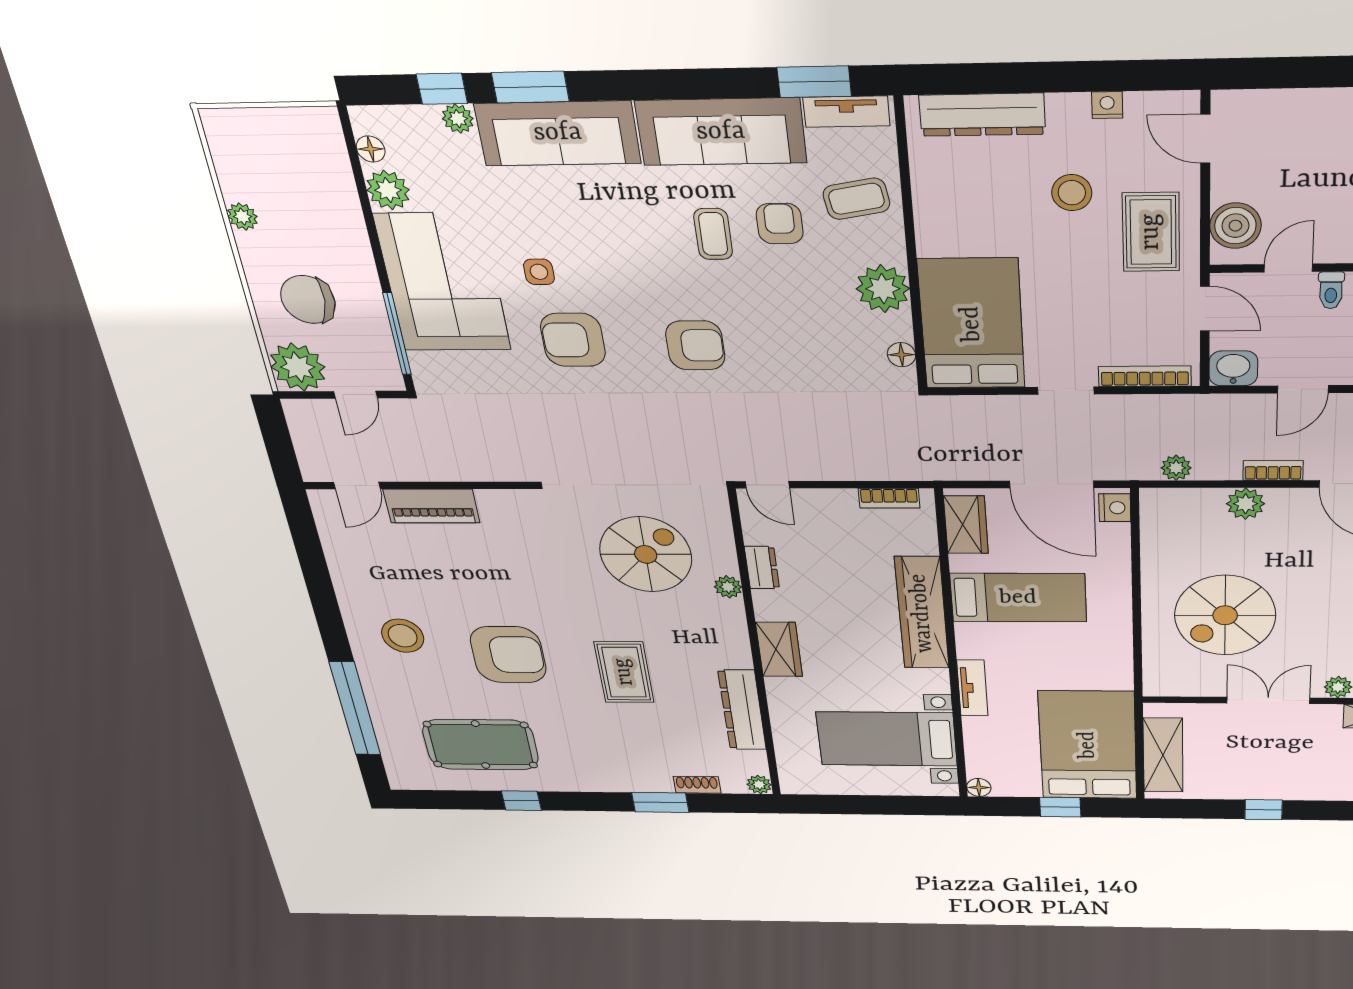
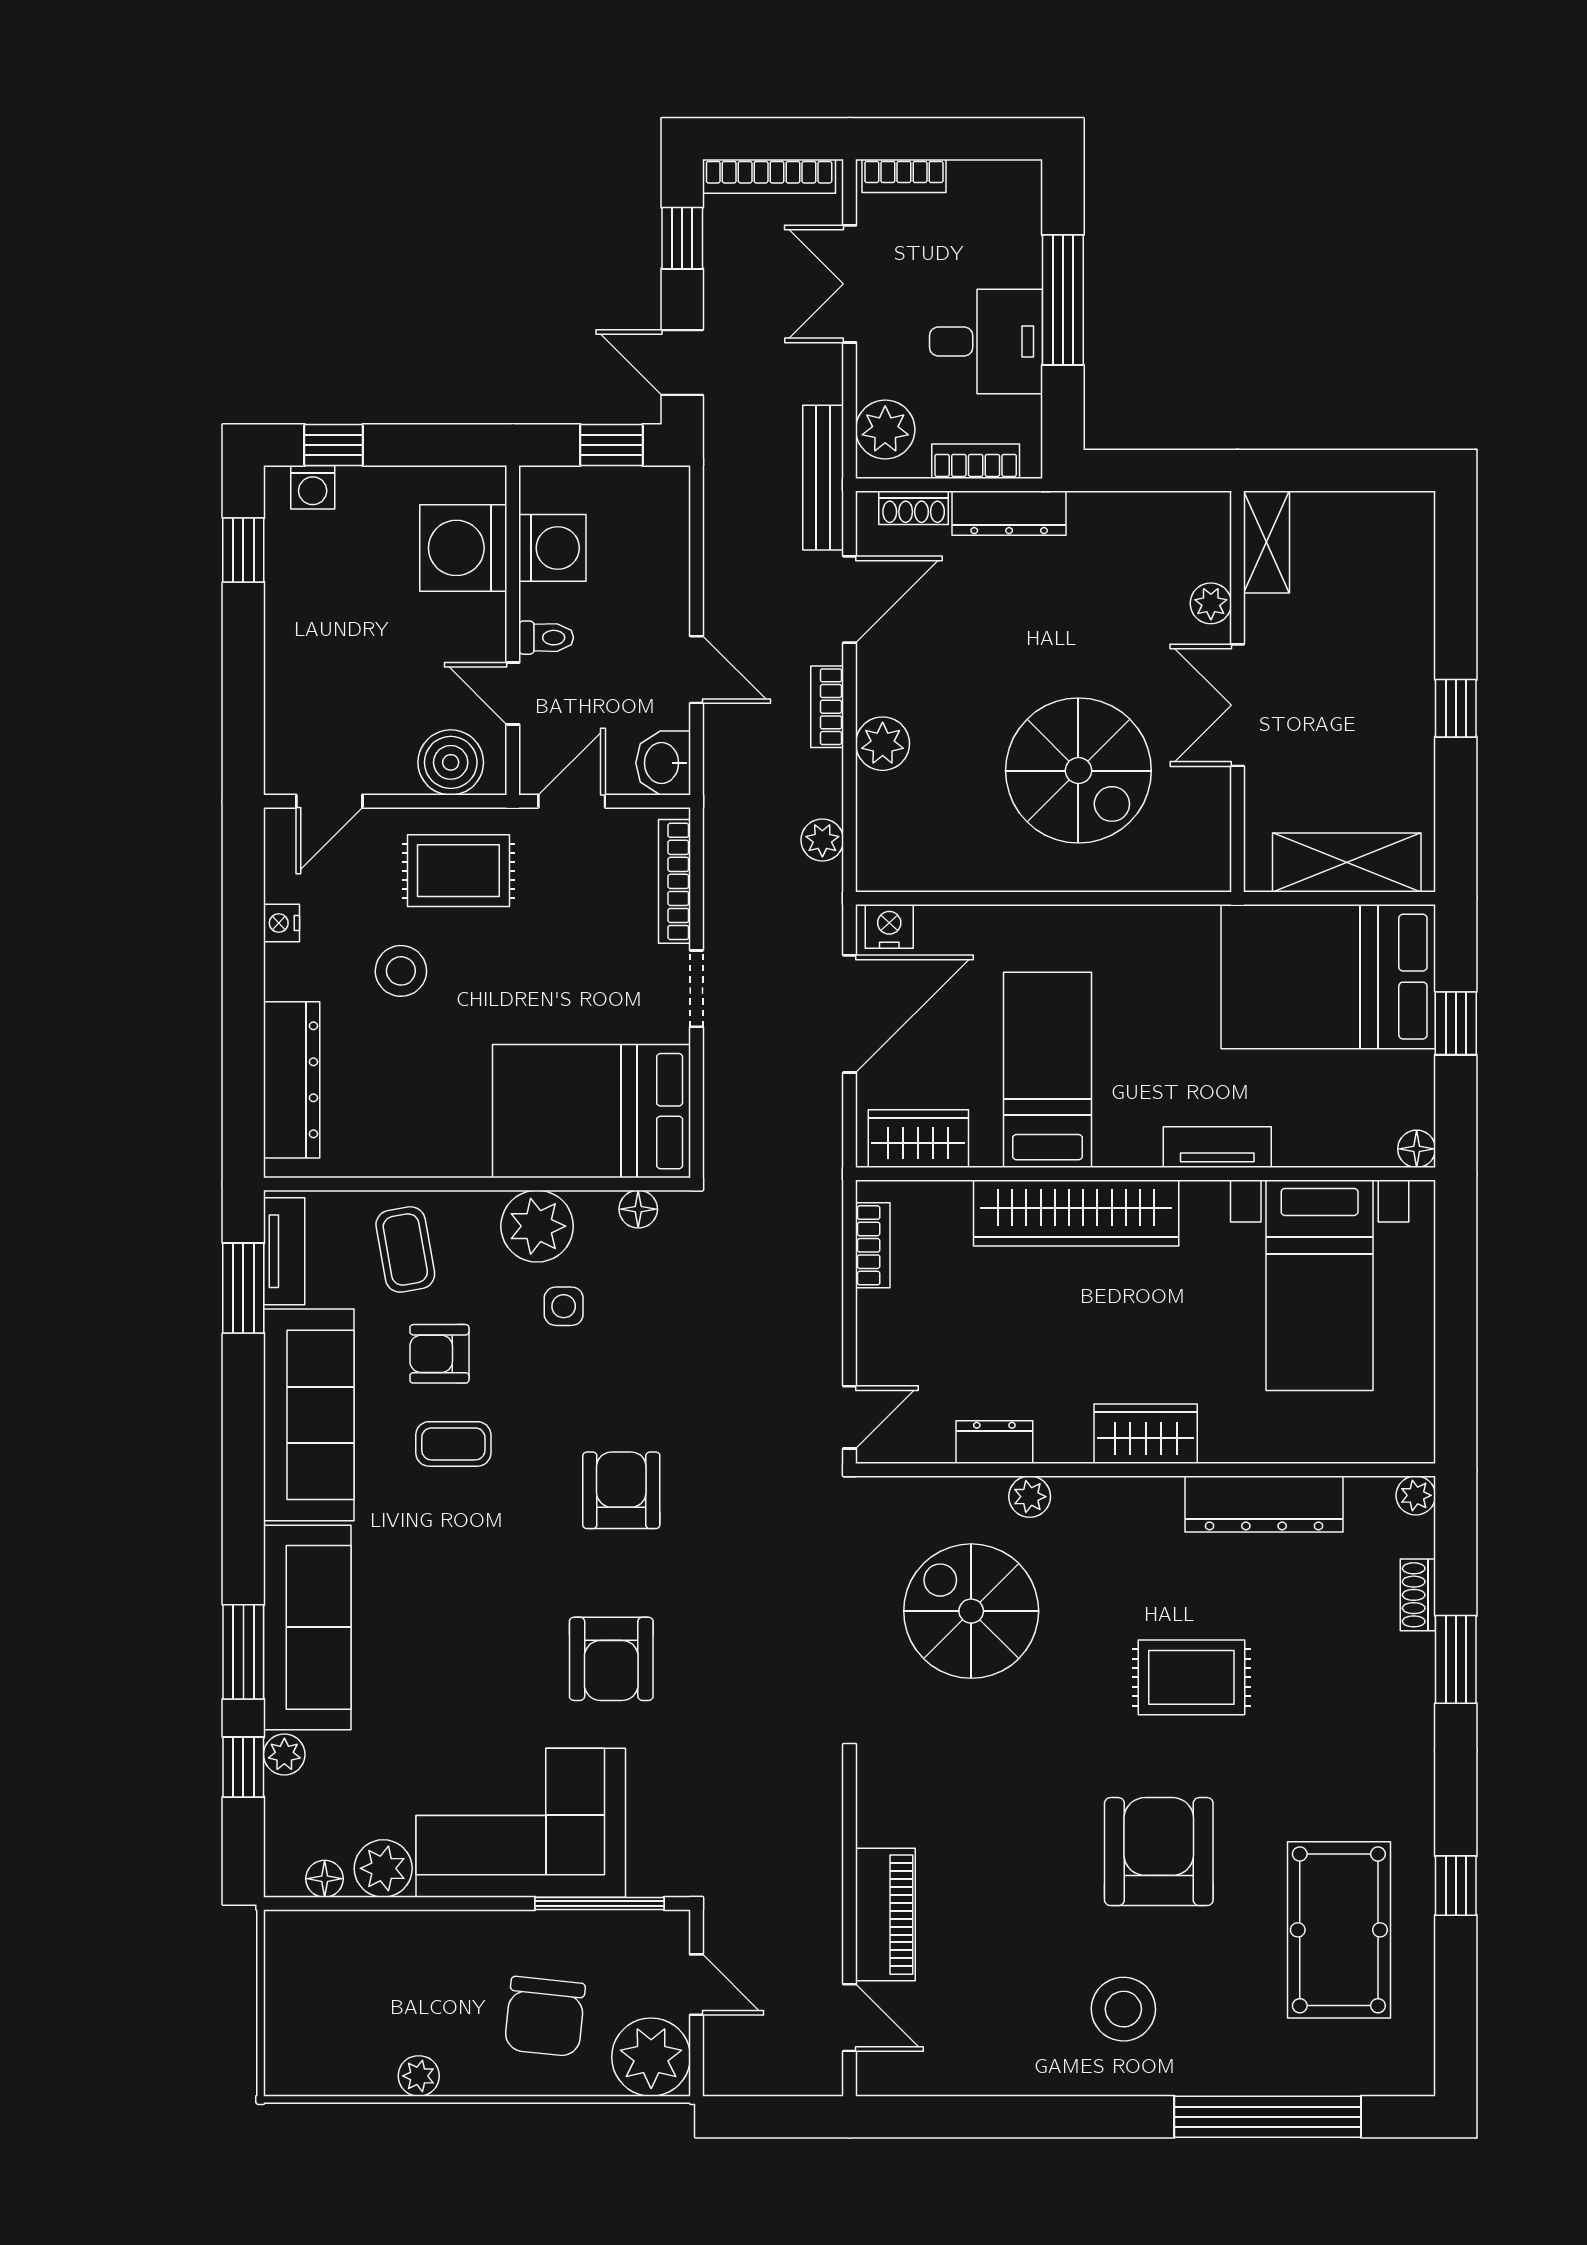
side table: (539, 272) -> (564, 1306), moved

